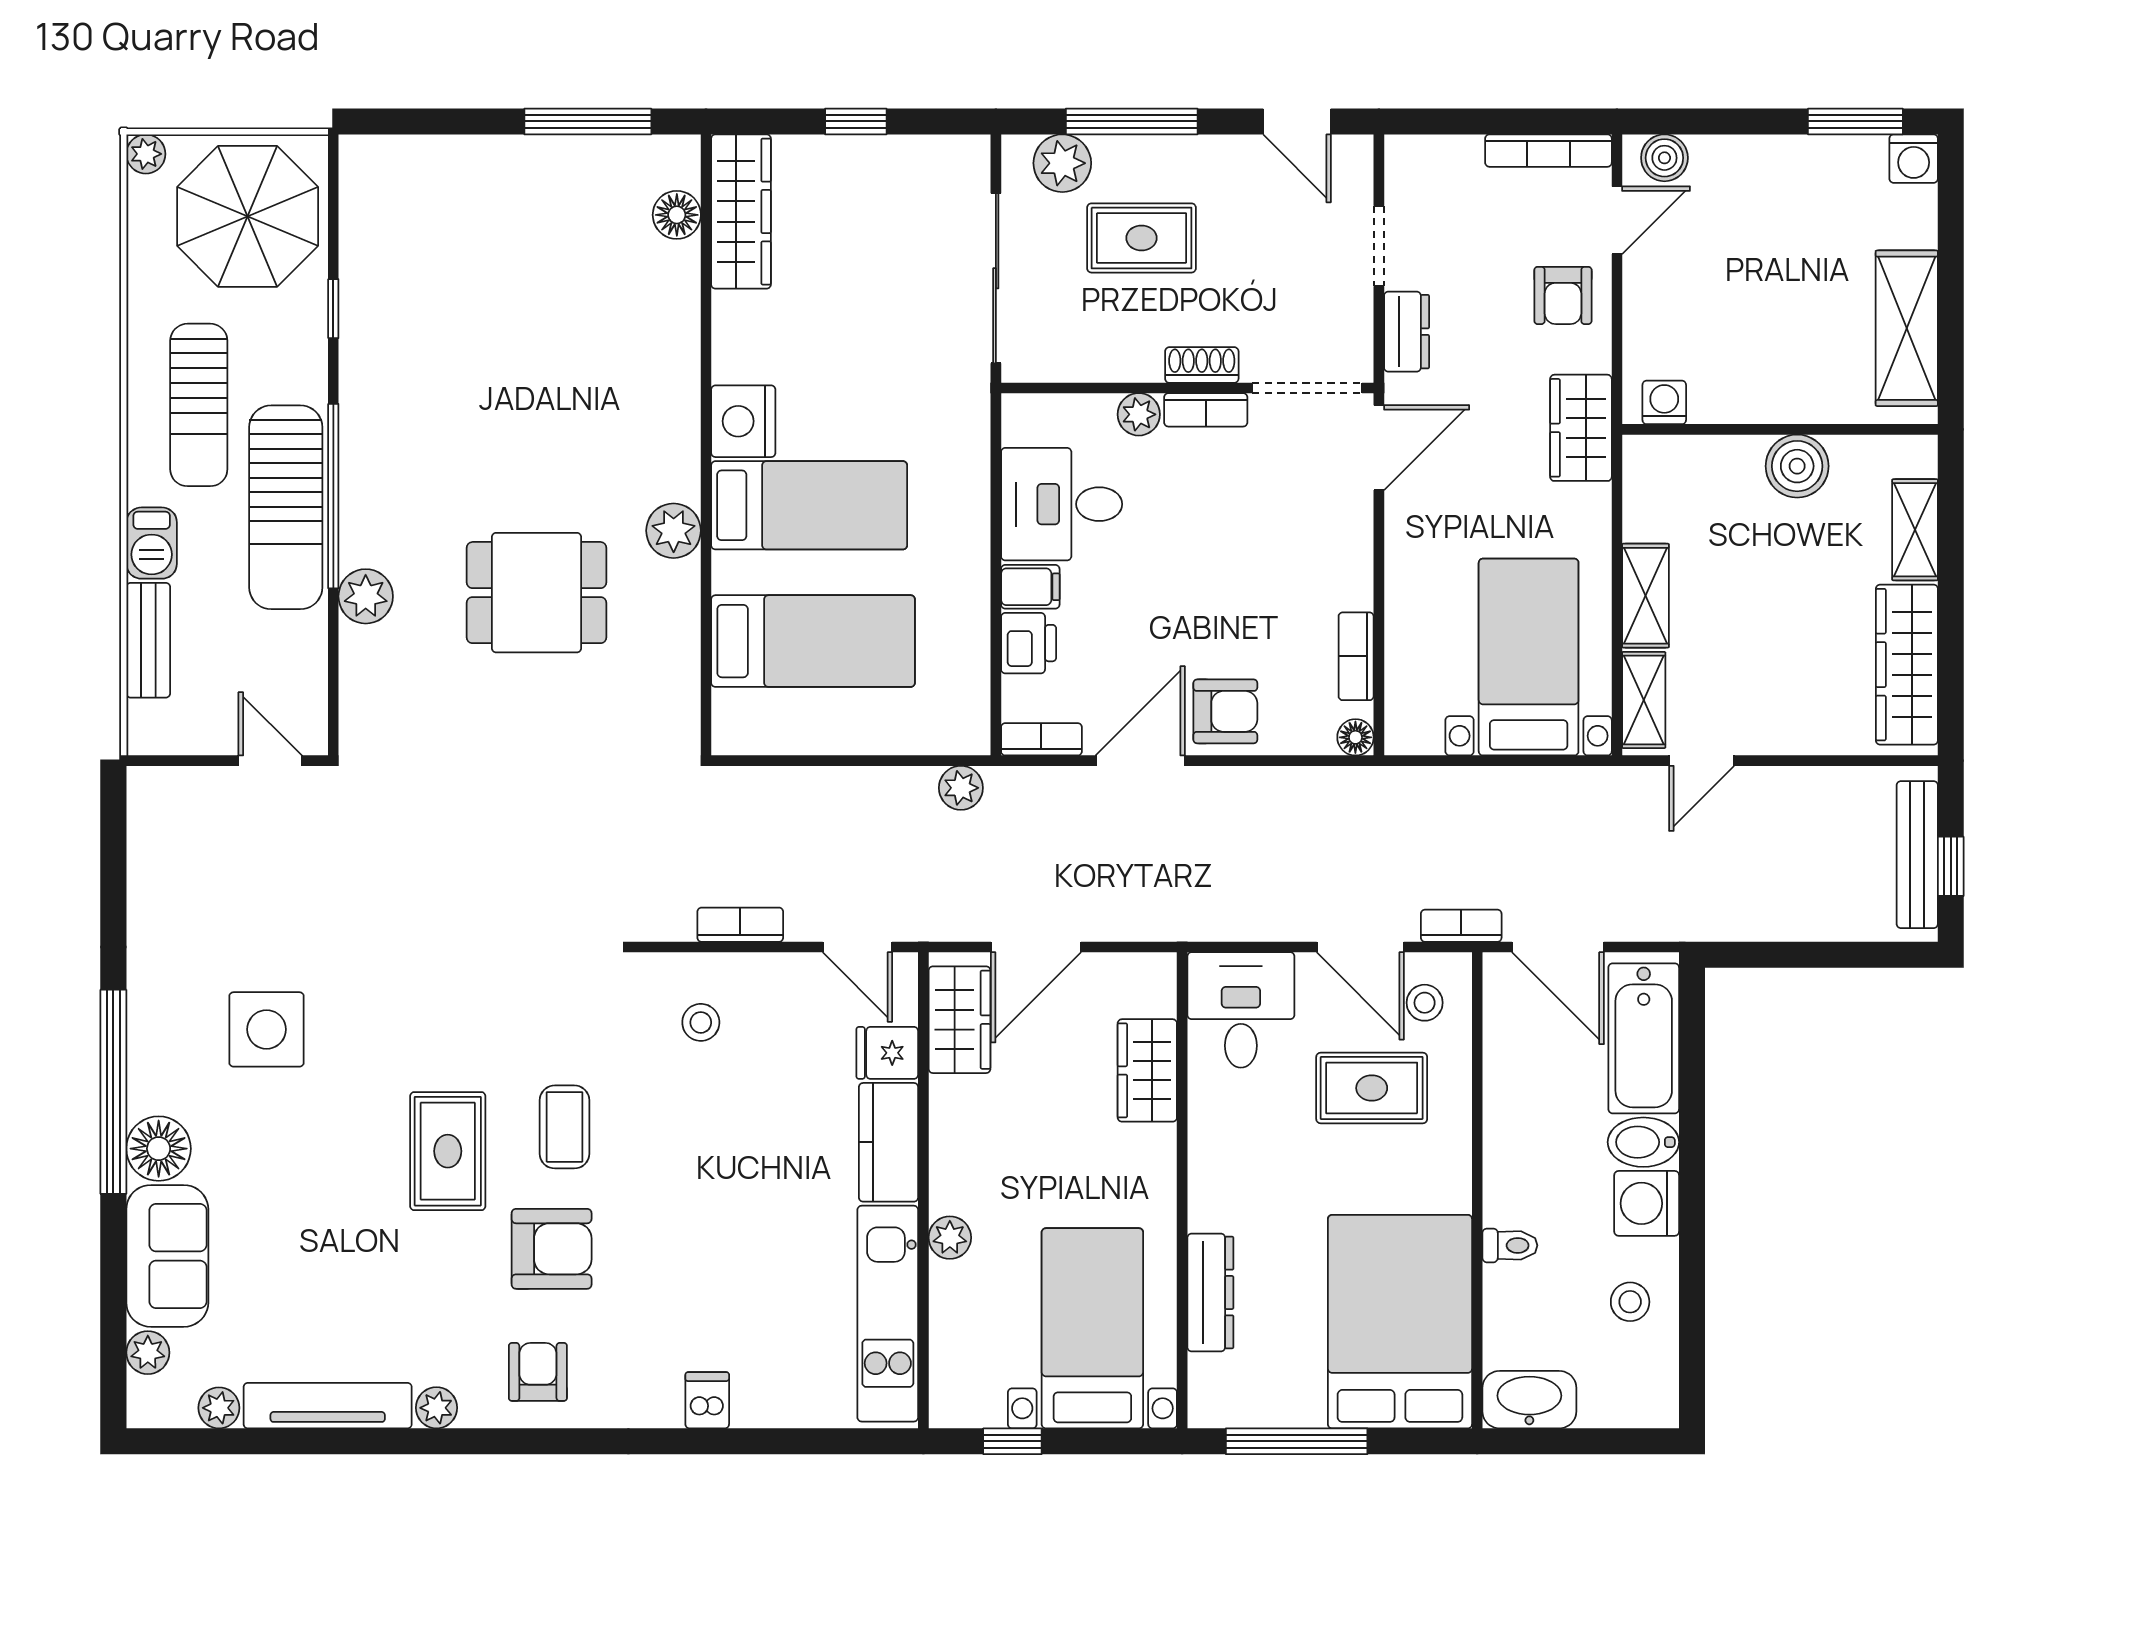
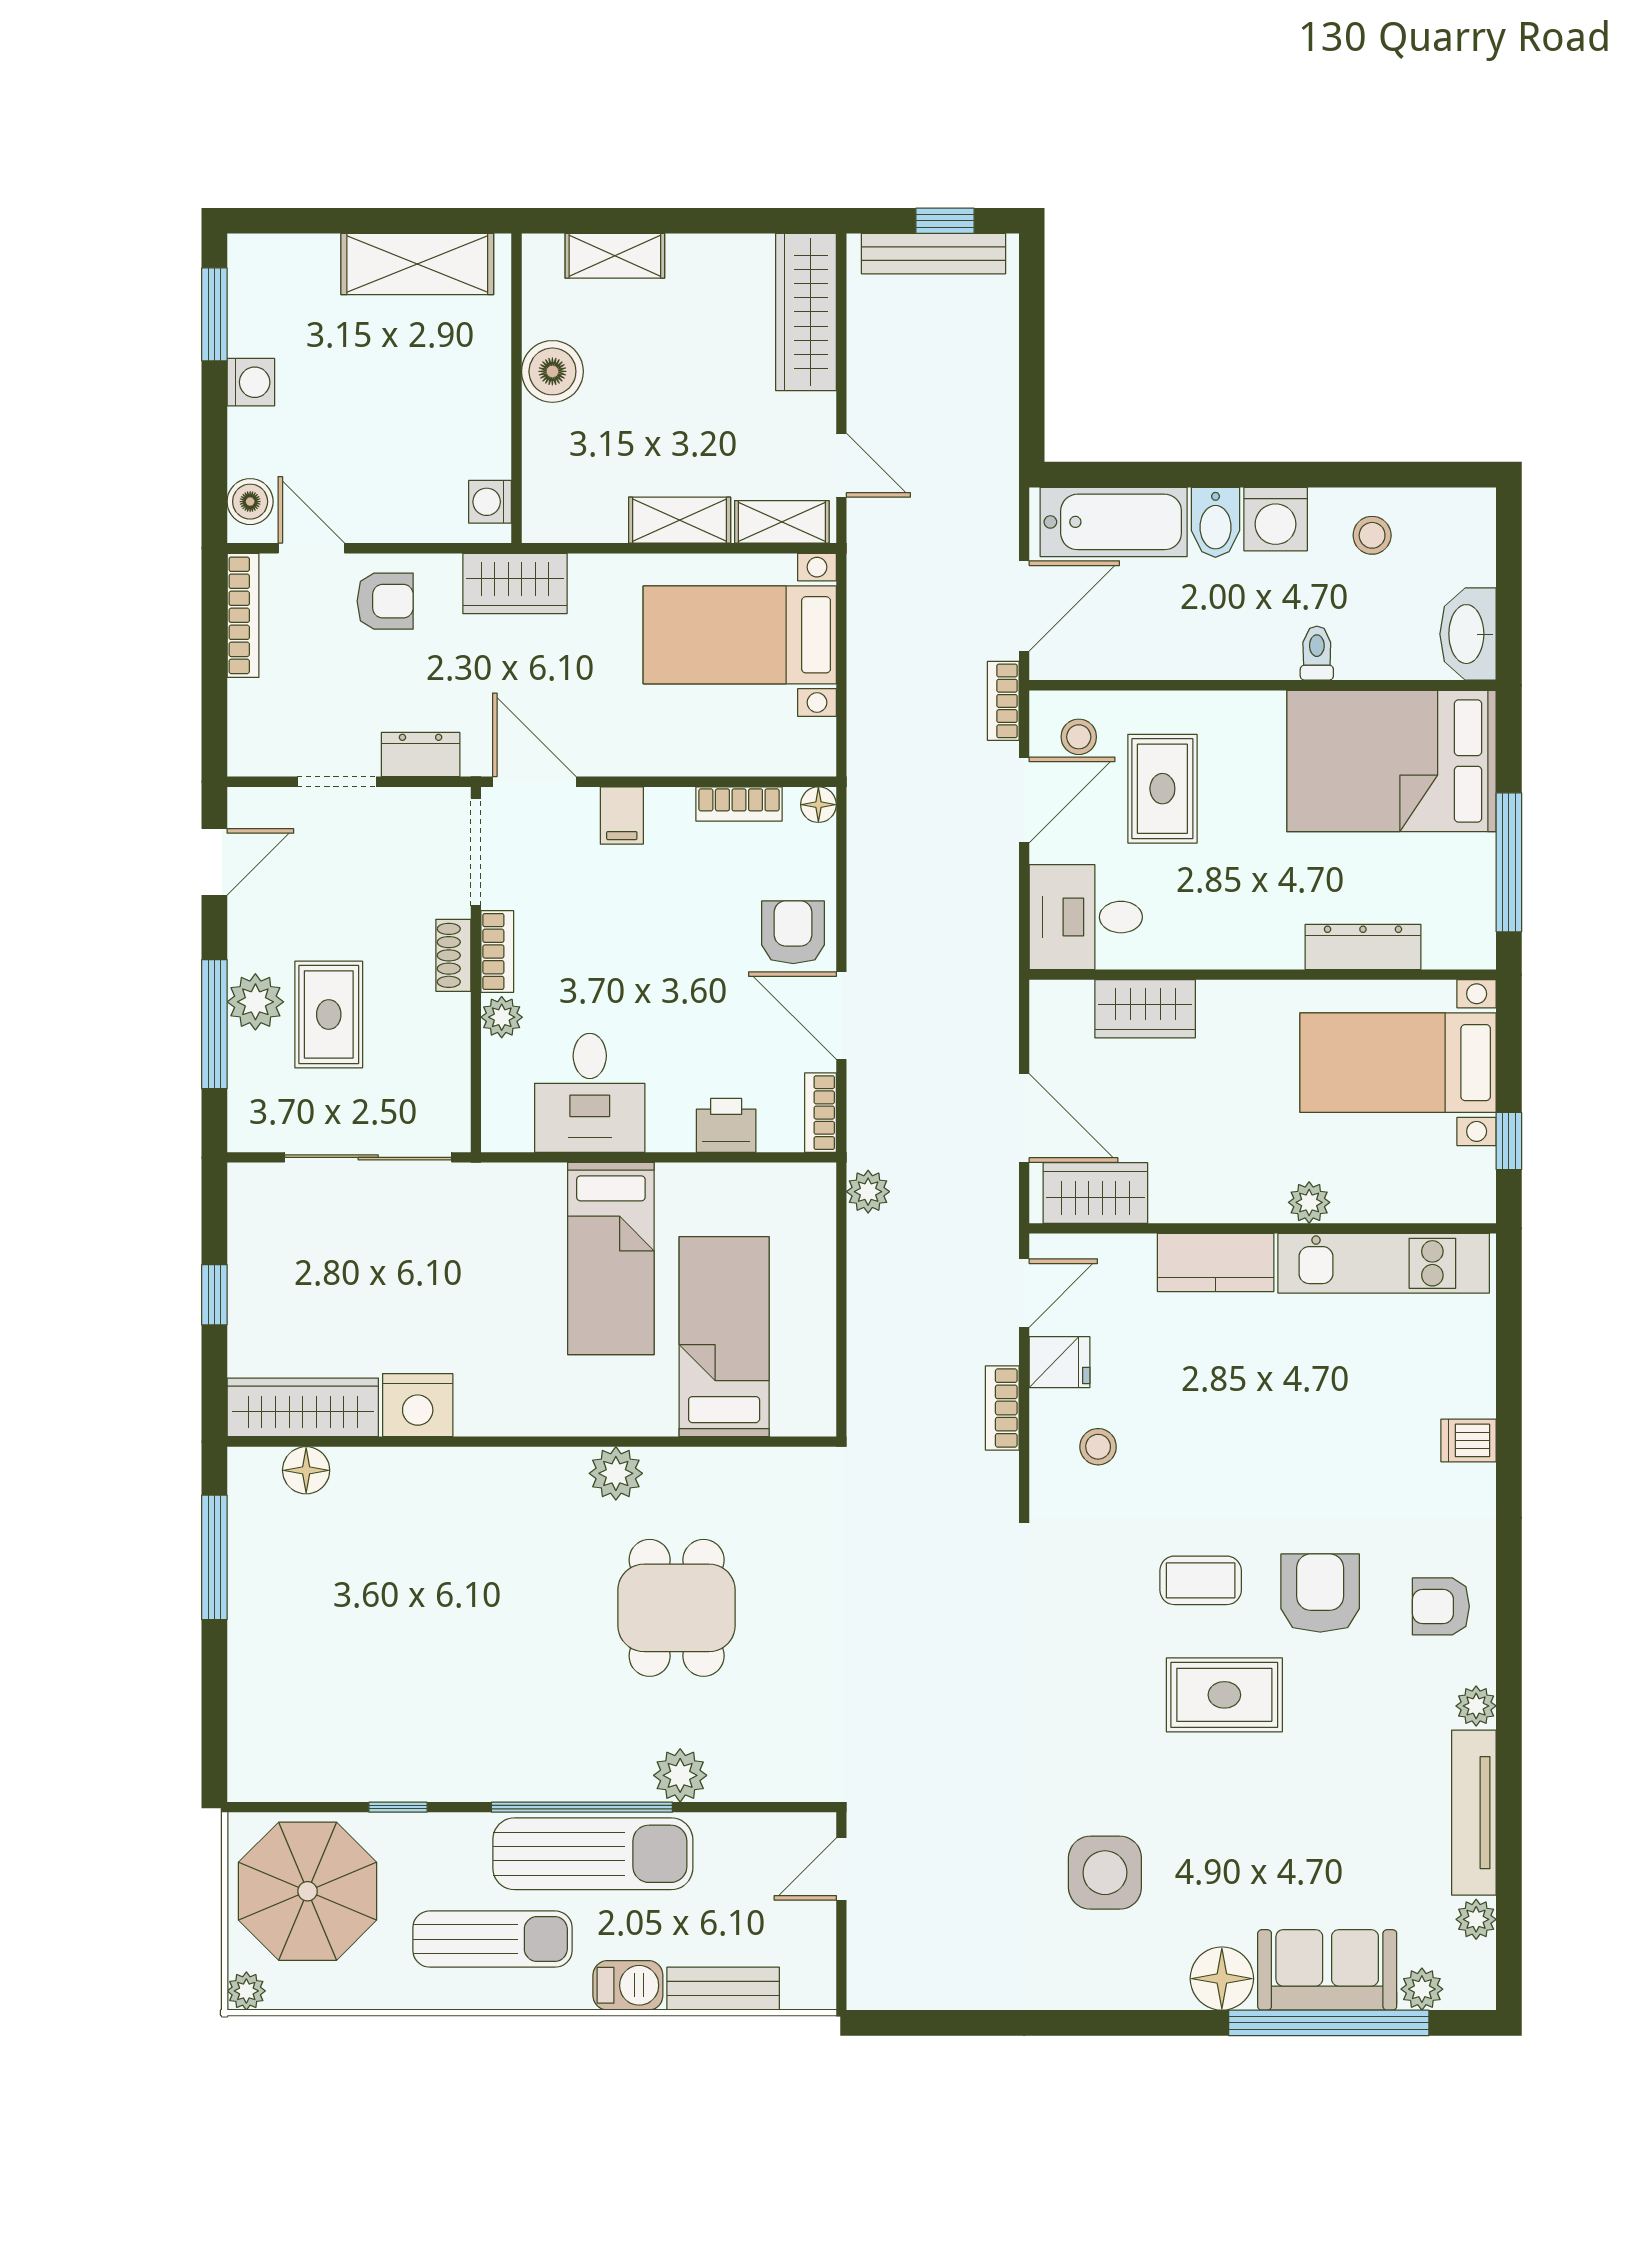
washing machine: (1914, 159) -> (251, 382), moved
plant: (1062, 163) -> (255, 1002), moved
nightstand: (743, 421) -> (418, 1405), moved
bed: (809, 505) -> (611, 1259), moved, turned 180
filing cabinet: (1030, 587) -> (622, 815), moved, turned 180
wardrobe: (1907, 665) -> (806, 312), moved, turned 90
fridge: (887, 1053) -> (1060, 1362), moved, turned -90
window: (113, 1092) -> (1329, 2023), moved

